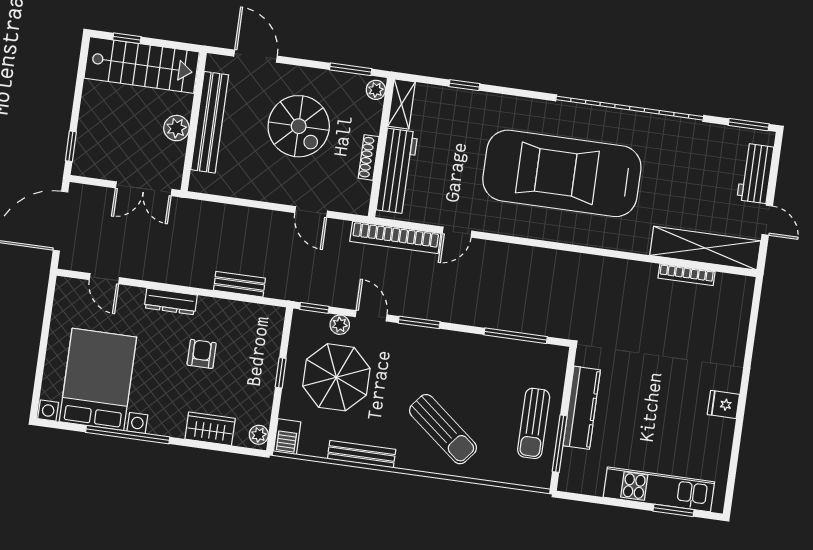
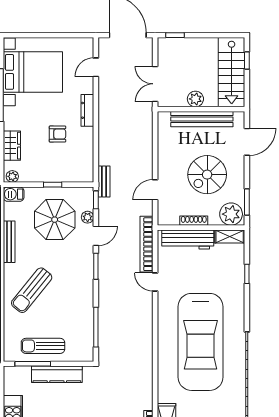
plant: (376, 90) -> (231, 214), width x1.88, depth x1.88
car: (562, 173) -> (201, 342), turned 180
bench: (239, 284) -> (104, 182), moved

